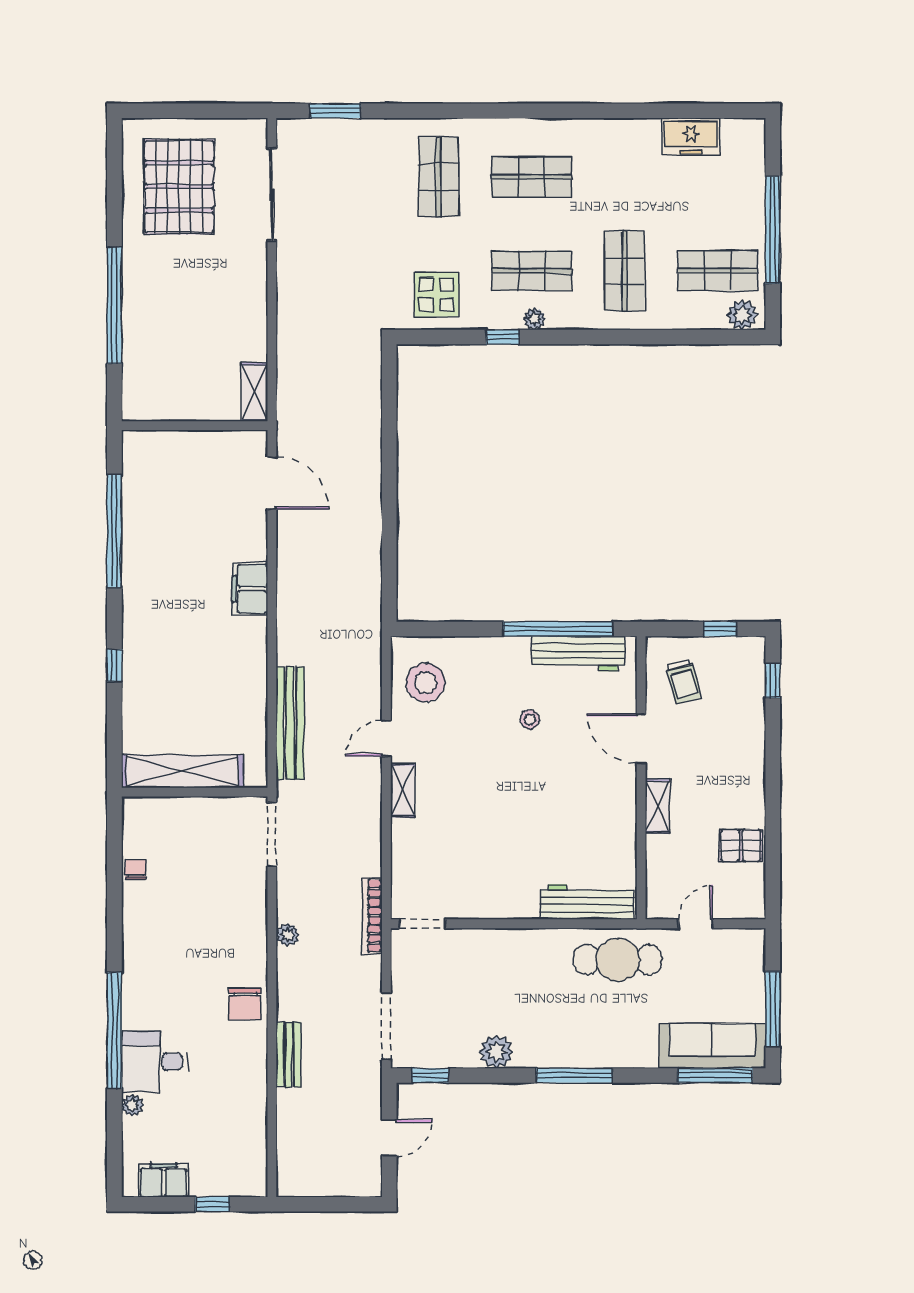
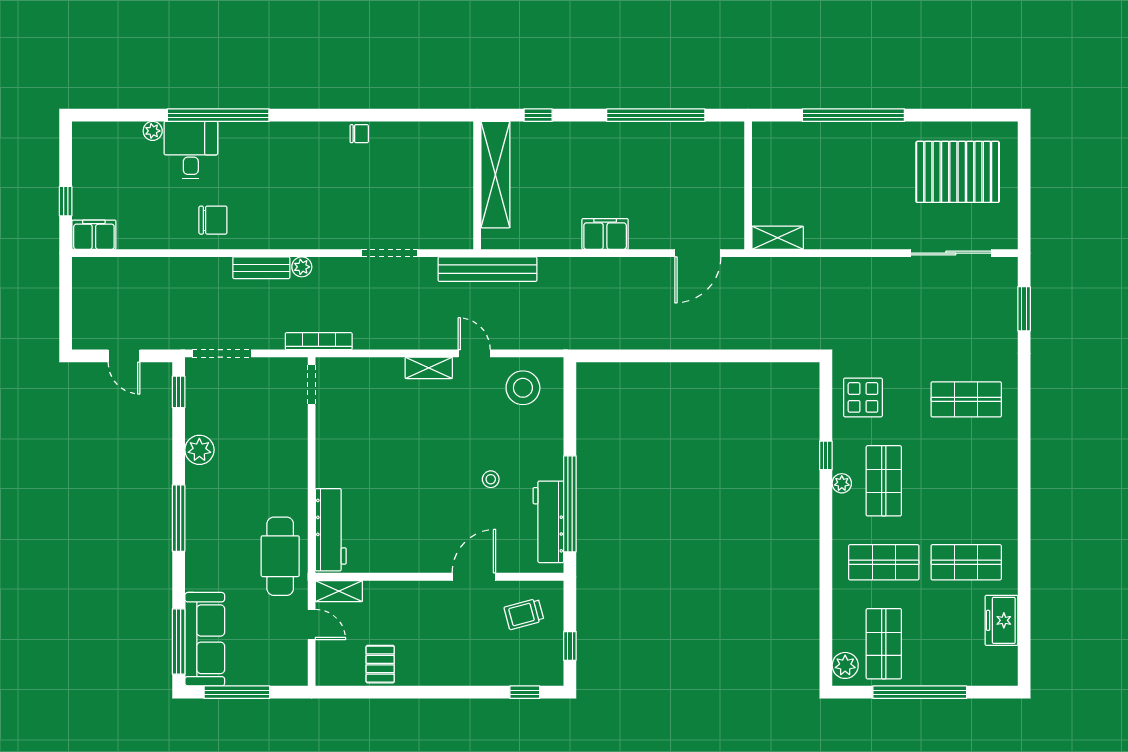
shop shelf: (532, 177) -> (966, 562), moved, turned 90
shelving: (182, 771) -> (495, 175), moved
wall: (195, 792) -> (477, 185), moved
shelving: (658, 806) -> (339, 591), moved
chair: (245, 1004) -> (213, 220), moved, turned 180
bench: (289, 1054) -> (261, 268), moved
filing cabinet: (164, 1180) -> (94, 235), moved, turned -90

